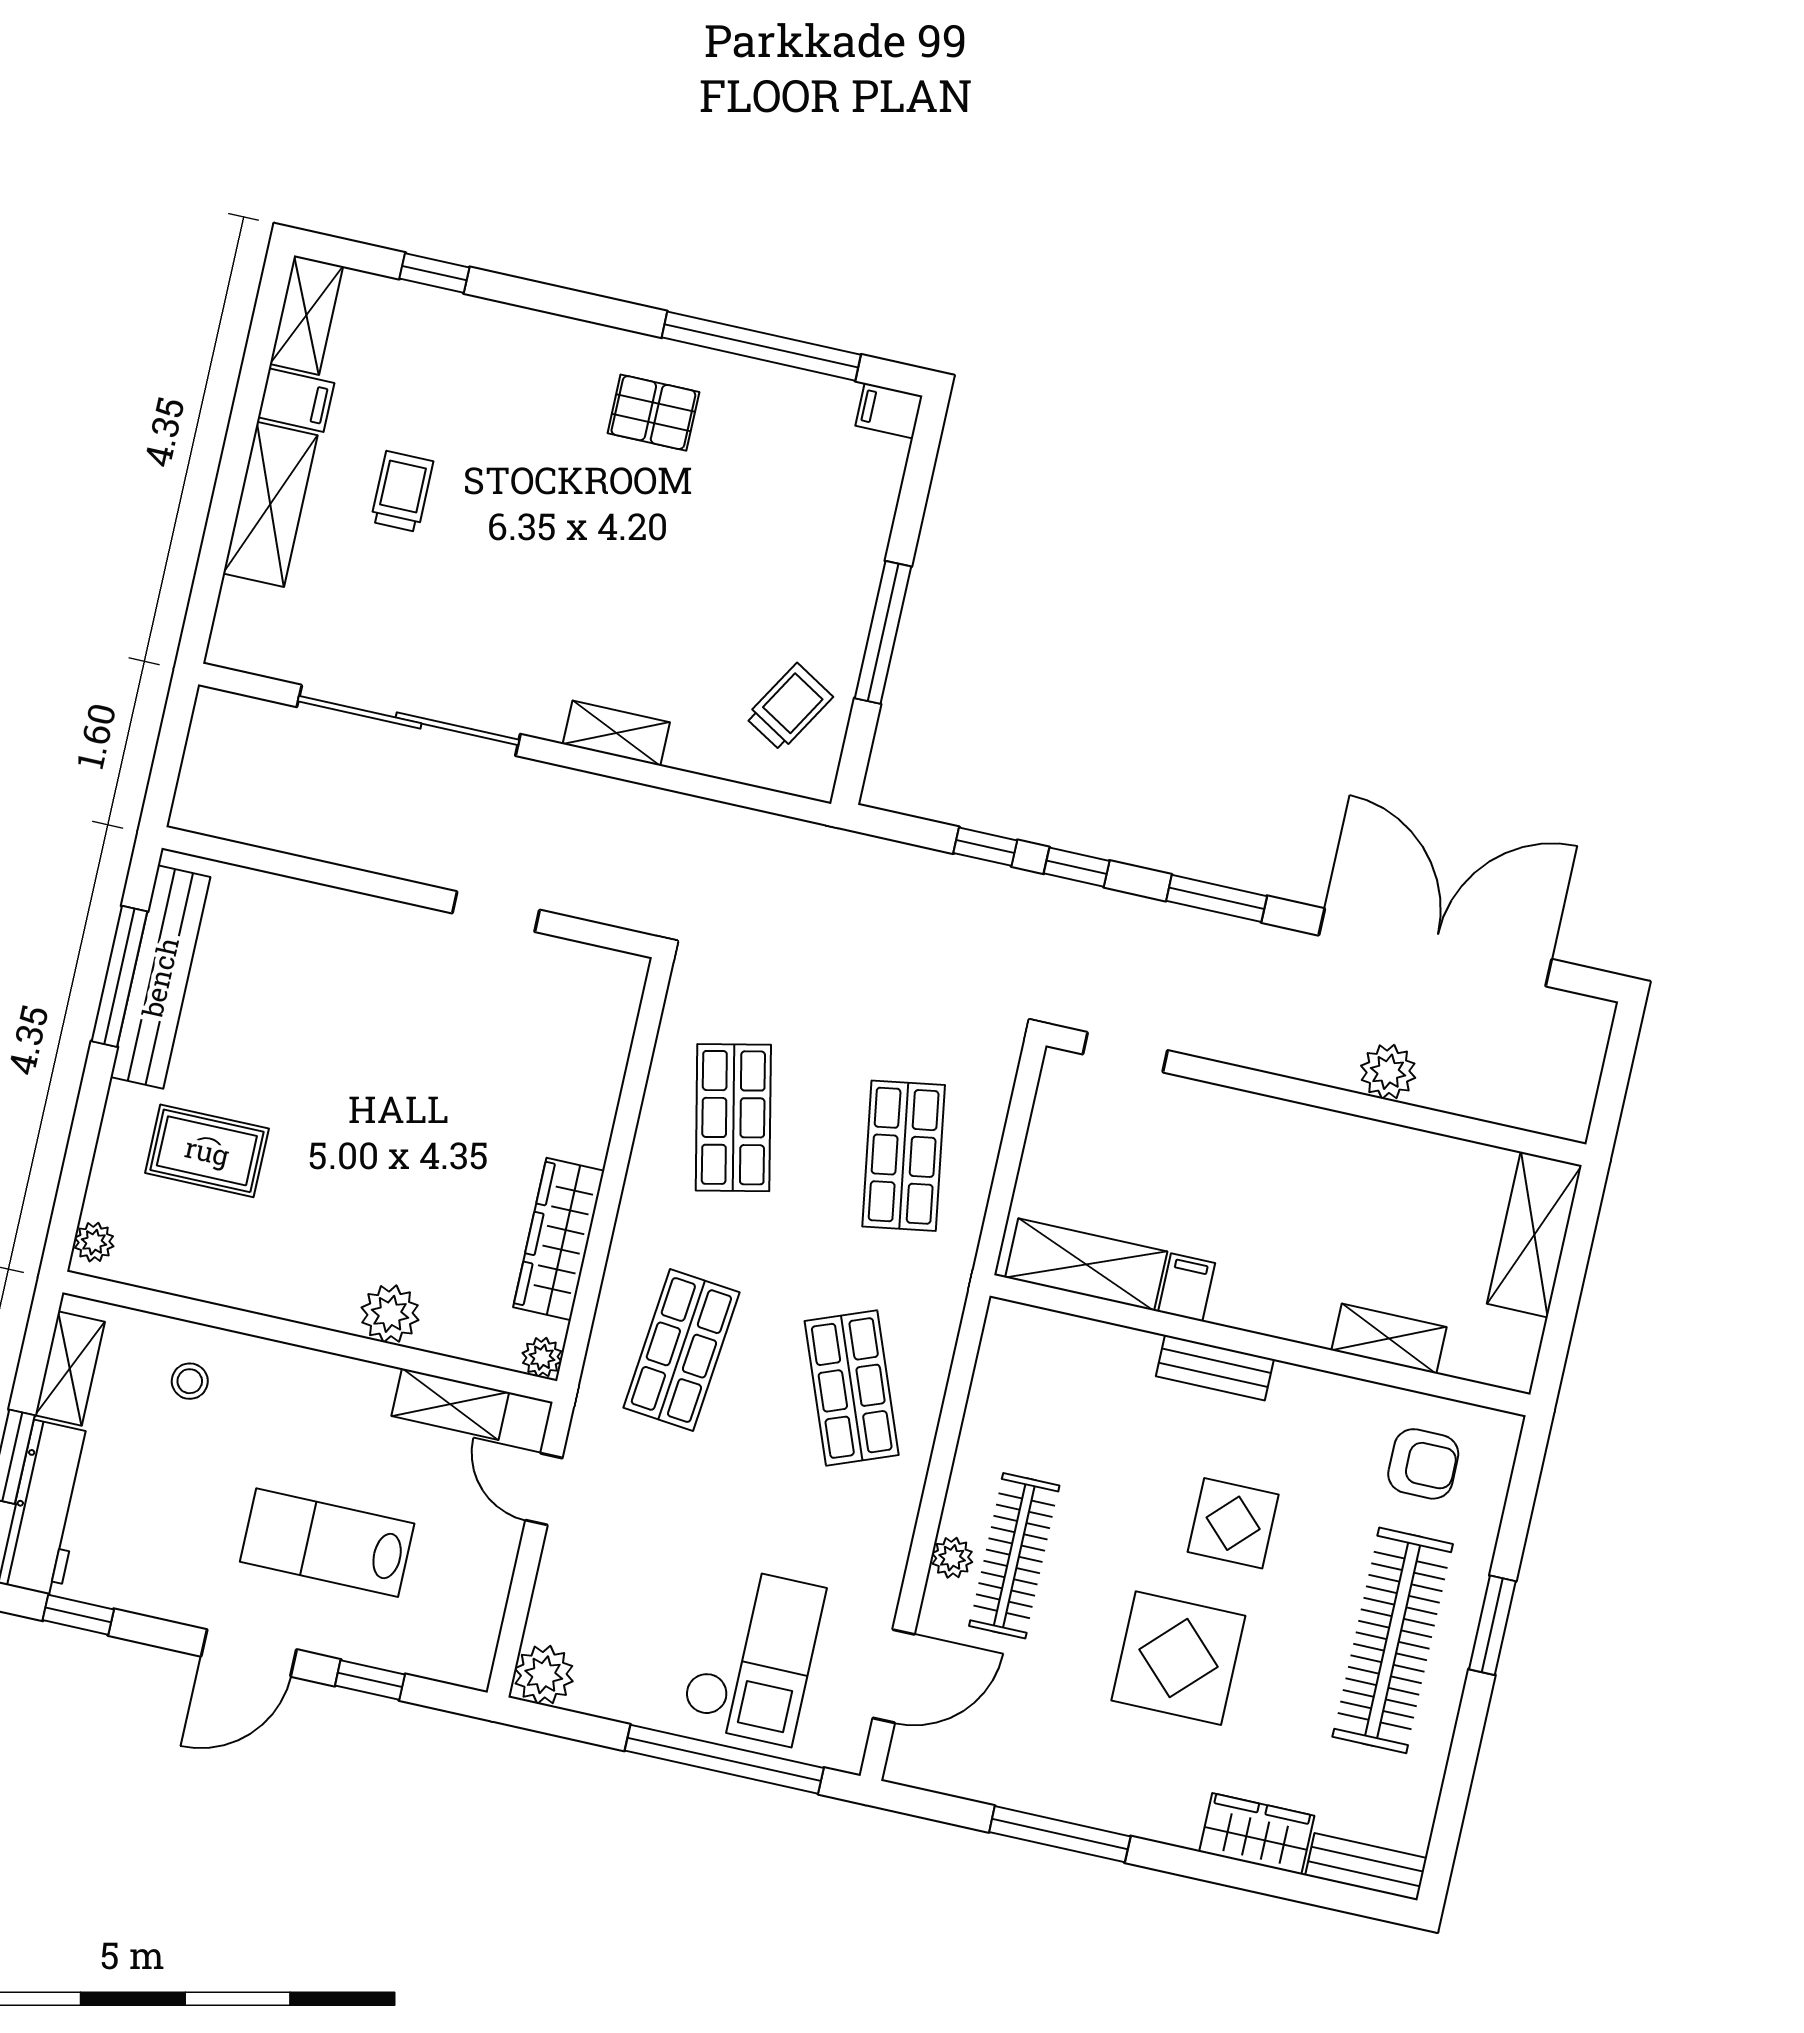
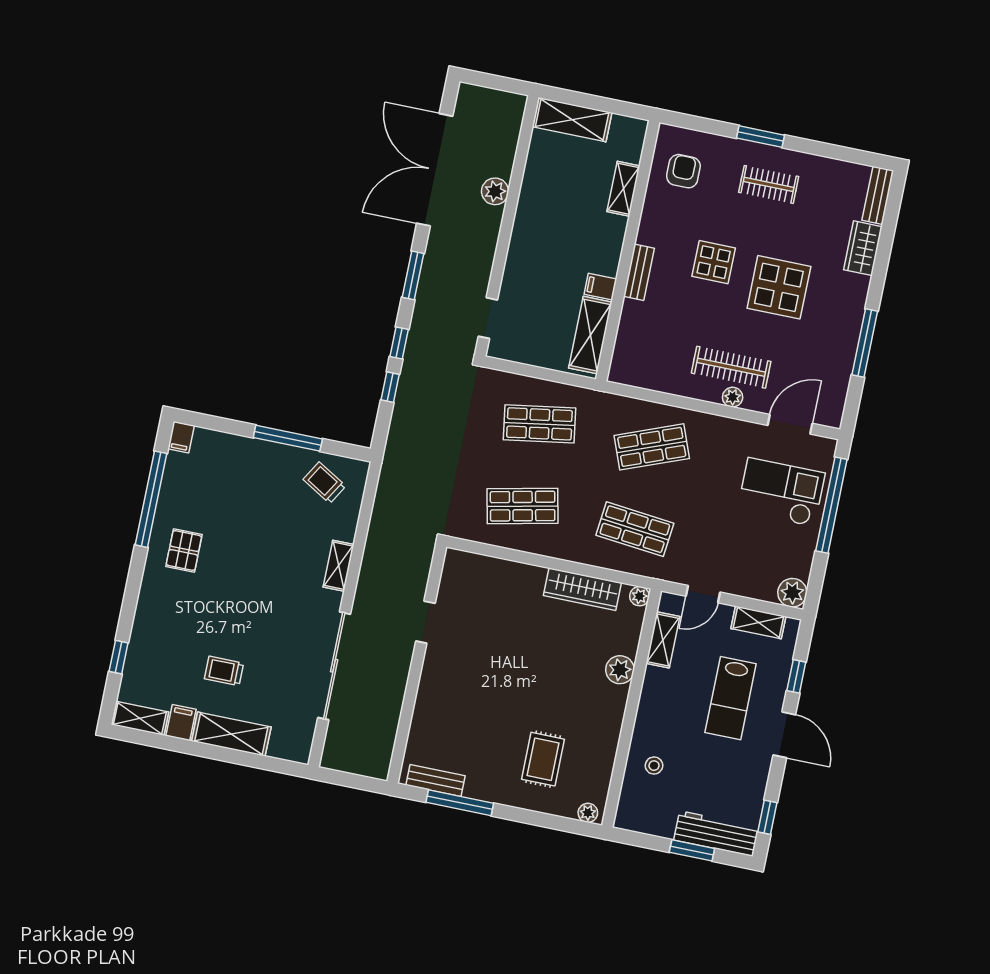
bench: (160, 977) -> (436, 780), width x0.54, depth x0.82
shelving: (70, 1368) -> (758, 622), moved
clothes rail: (1393, 1640) -> (769, 184), width x0.54, depth x0.76
door: (894, 1676) -> (790, 424), hinge flipped

